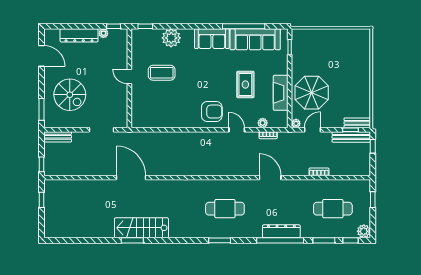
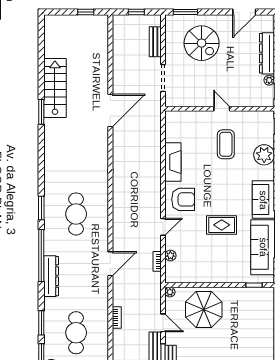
door: (129, 76) -> (222, 109), hinge flipped
rug: (245, 85) -> (222, 225), moved
fireplace: (281, 93) -> (173, 162), moved, turned 90
spiral stairs: (70, 95) -> (202, 43), turned -90
armchair: (212, 112) -> (183, 199), turned -90
door: (312, 130) -> (163, 323), moved
bench: (58, 137) -> (155, 42), moved
window: (41, 164) -> (136, 12), moved
stairs: (141, 228) -> (55, 88), moved
window: (280, 240) -> (41, 255), moved

